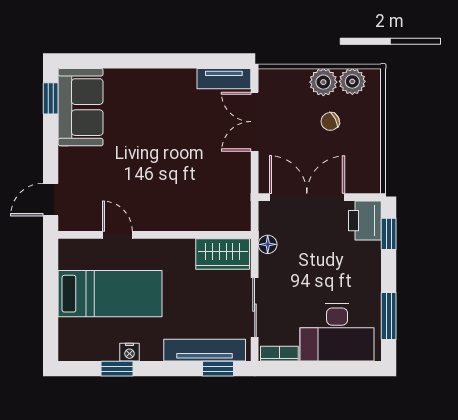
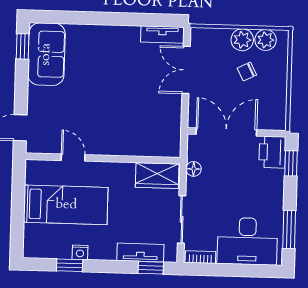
tv unit: (205, 350) -> (140, 252), width x0.71

